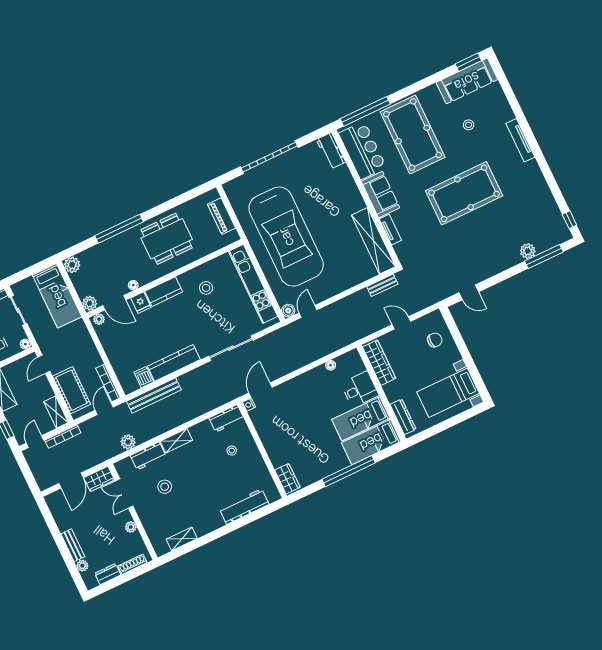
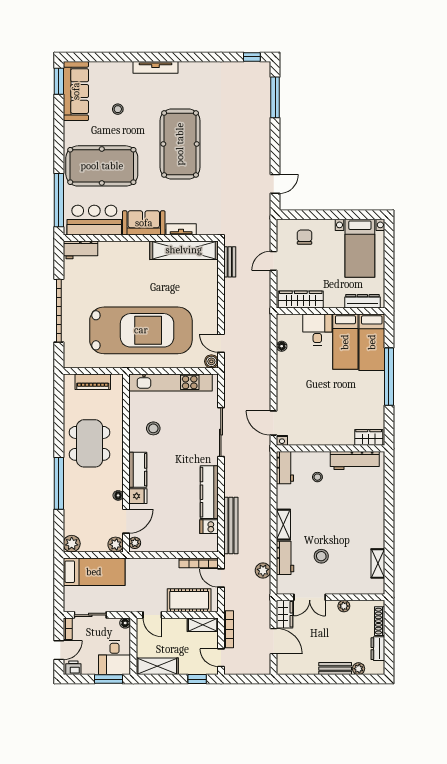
plant: (528, 251) -> (263, 110), removed
workbench: (244, 506) -> (355, 460), moved, turned -90

